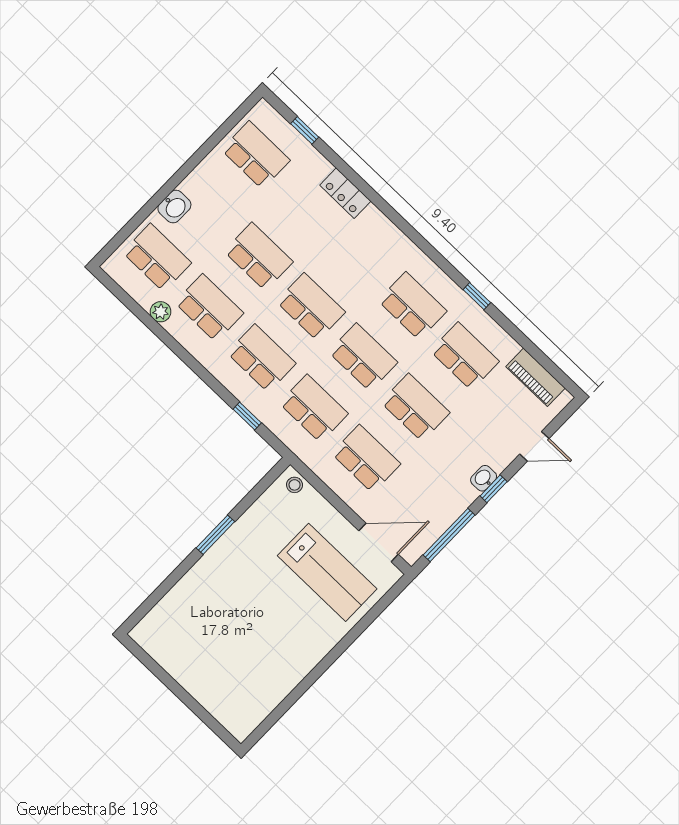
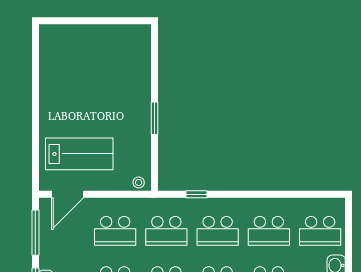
plant: (161, 312) -> (292, 205), removed
lab bench: (327, 572) -> (79, 154), turned 180

